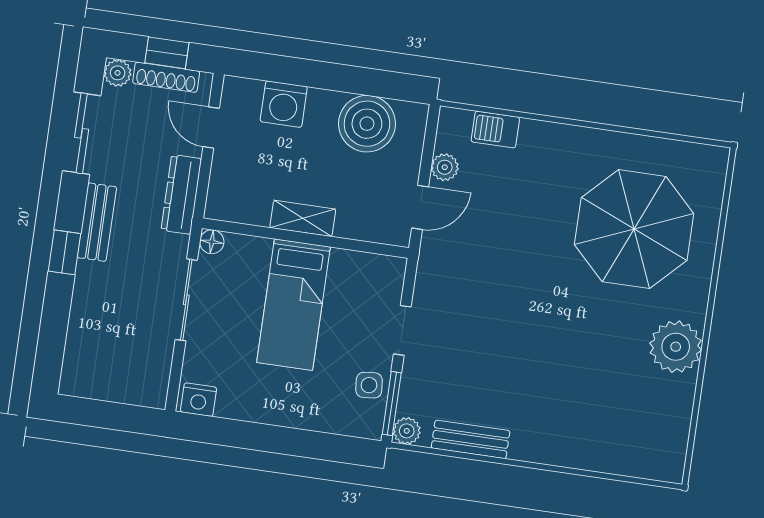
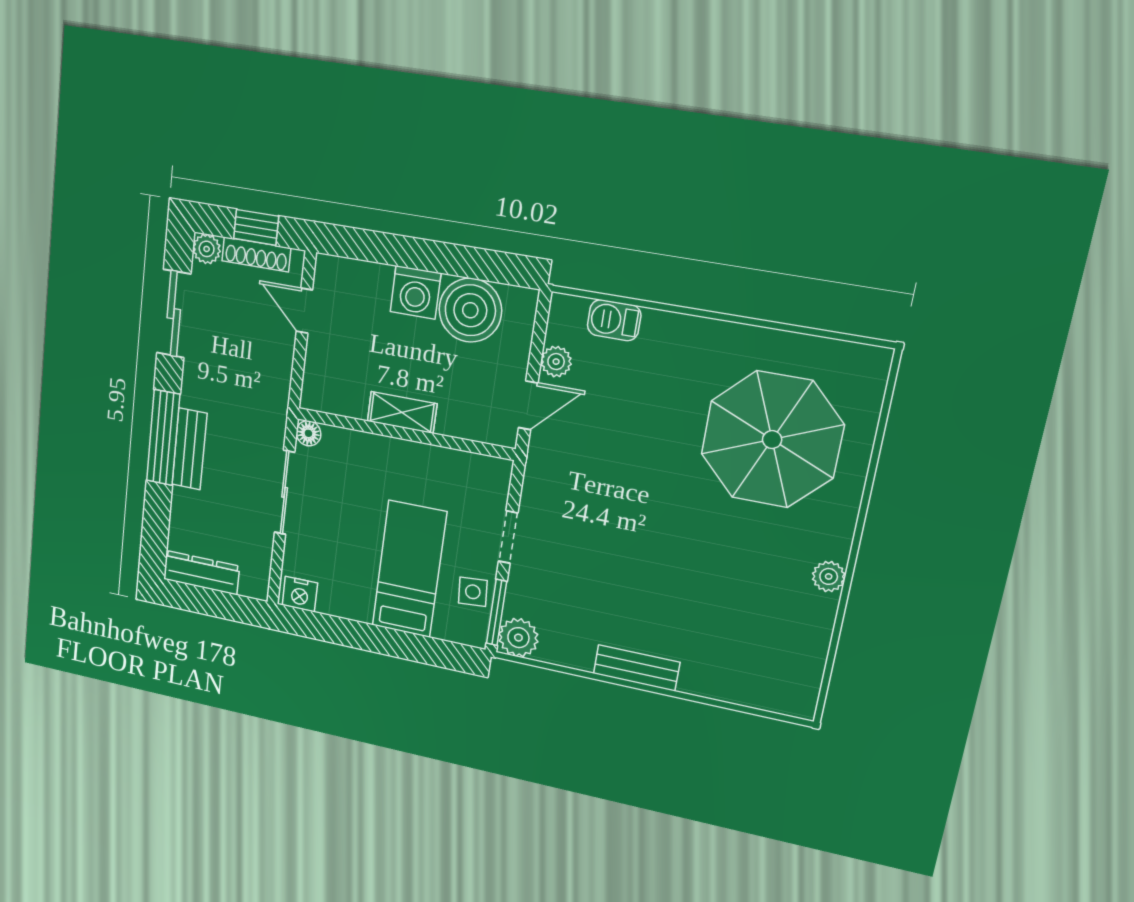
washing machine: (284, 104) -> (416, 292), moved
dresser: (181, 194) -> (201, 573), moved, turned 90
bench: (97, 222) -> (189, 449), moved
window: (65, 252) -> (163, 438), width x2.17
bed: (293, 305) -> (409, 569), moved, turned 180
plant: (676, 347) -> (829, 576), width x0.53, depth x0.53
plant: (407, 431) -> (518, 638), width x1.38, depth x1.38
bench: (471, 439) -> (637, 668), moved

